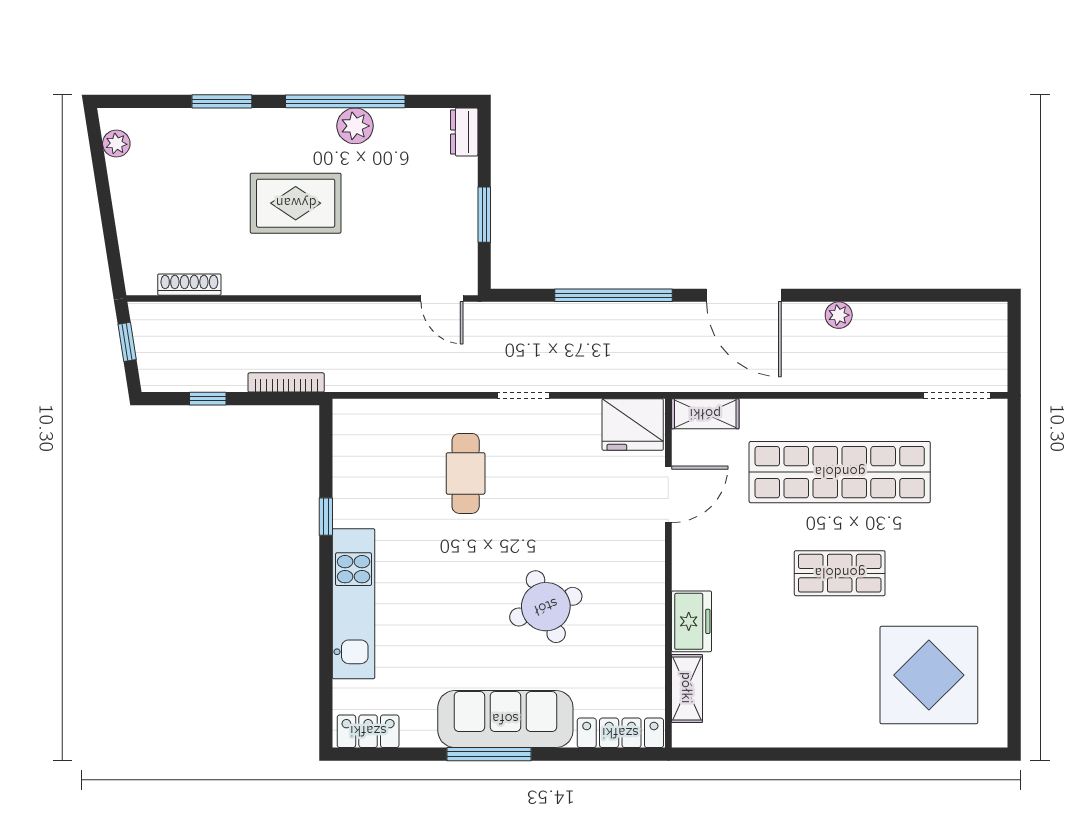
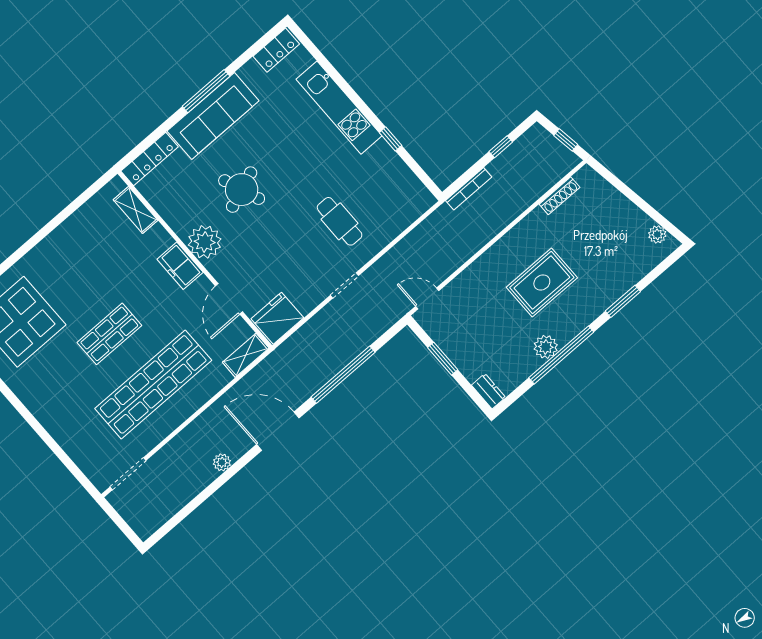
plant: (640, 584) -> (205, 242), added
freezer: (692, 621) -> (180, 266), moved

